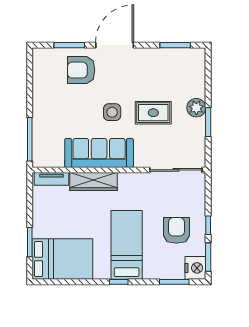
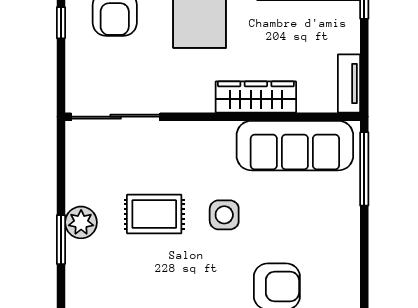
window: (208, 122) -> (61, 240), moved
sofa: (99, 153) -> (295, 146), moved
tv unit: (51, 179) -> (349, 83), moved, turned -90

